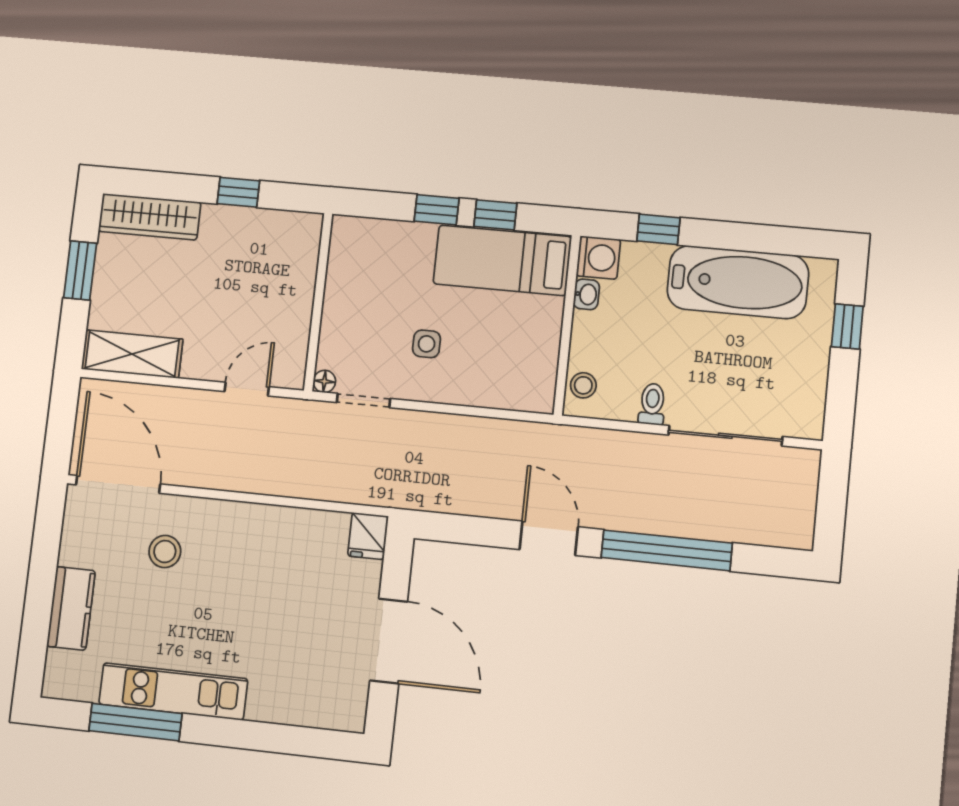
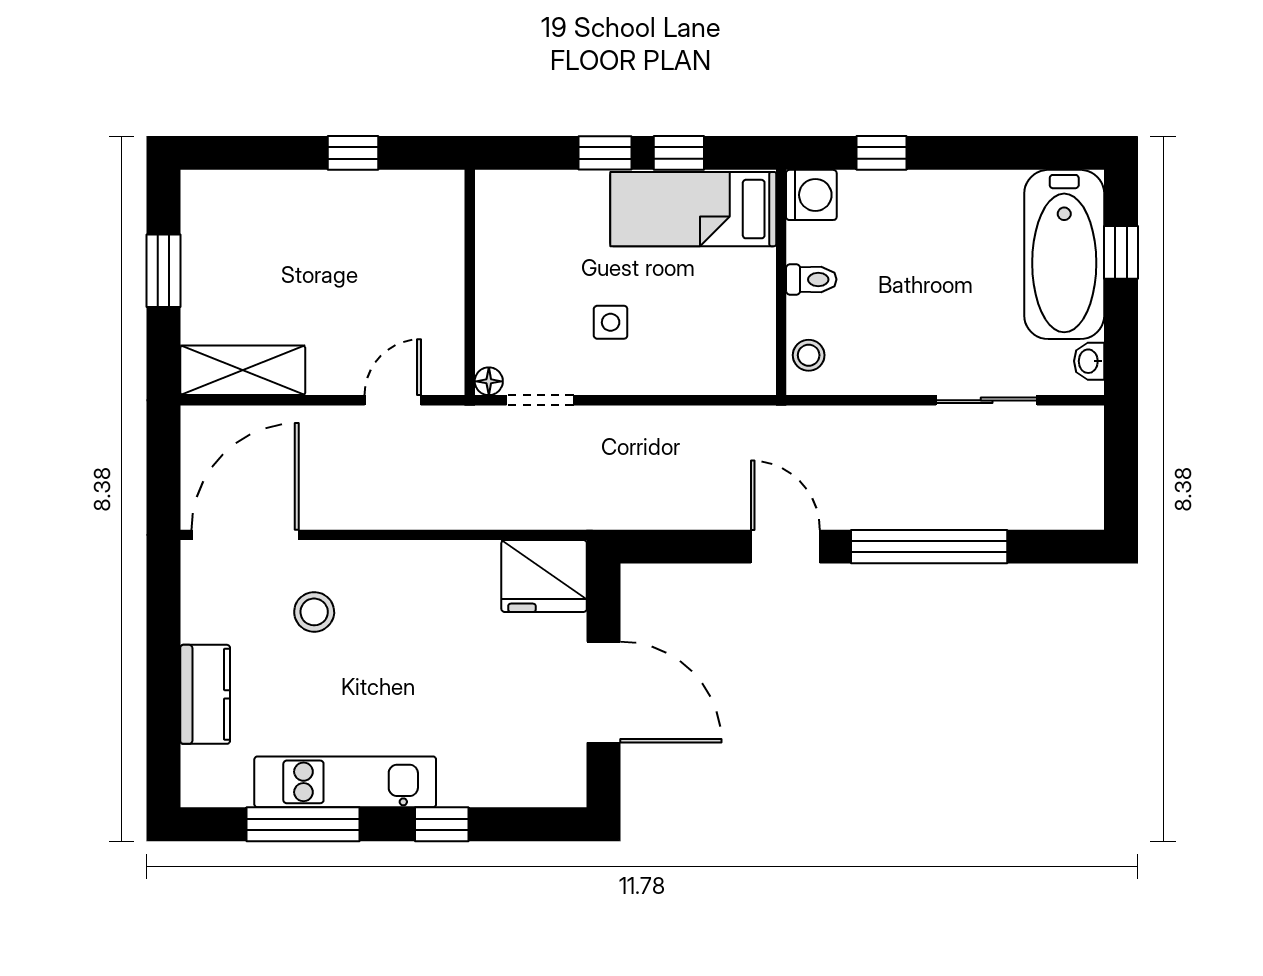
wardrobe: (150, 217) -> (244, 194), removed
bathtub: (738, 282) -> (1064, 254), moved, turned 90
washbasin: (586, 294) -> (1089, 361), moved, turned 180
toilet: (652, 404) -> (811, 279), moved, turned 90
sliding door: (725, 436) -> (987, 400), width x0.73
door: (118, 484) -> (245, 535), hinge flipped
fridge: (368, 536) -> (544, 576), width x1.88, depth x1.34
window: (246, 735) -> (442, 824), added

